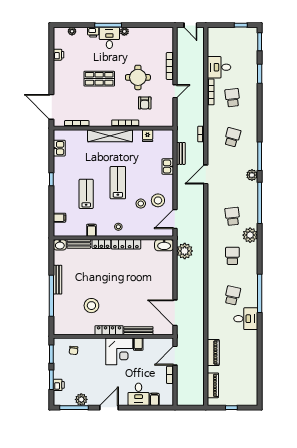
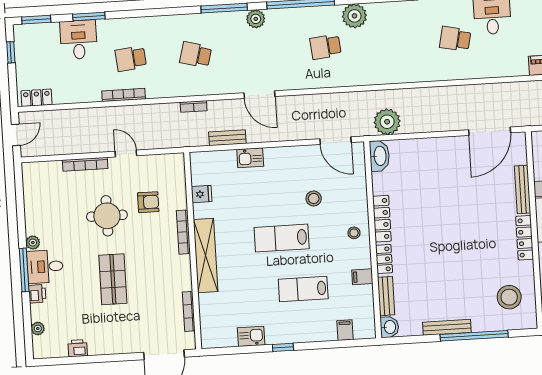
locker: (212, 39) -> (37, 98), added
desk: (219, 67) -> (79, 40), moved, turned 180
kitchen sink: (59, 148) -> (251, 336), moved
stool: (158, 200) -> (307, 170), removed
school desk: (232, 256) -> (390, 43), removed
stool: (91, 306) -> (509, 297), moved

